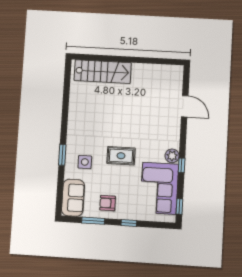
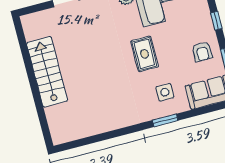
stairs: (103, 72) -> (47, 72), moved

